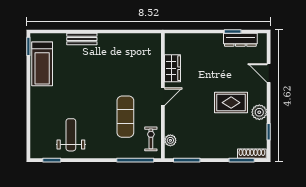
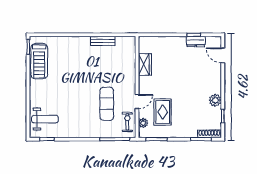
bench: (82, 39) -> (103, 41), moved
dresser: (240, 40) -> (196, 41), width x0.70
door: (269, 73) -> (223, 55), moved
door: (163, 97) -> (137, 102), moved
rug: (231, 103) -> (163, 112), moved, turned 90
weight bench: (71, 135) -> (45, 119), moved, turned 90

